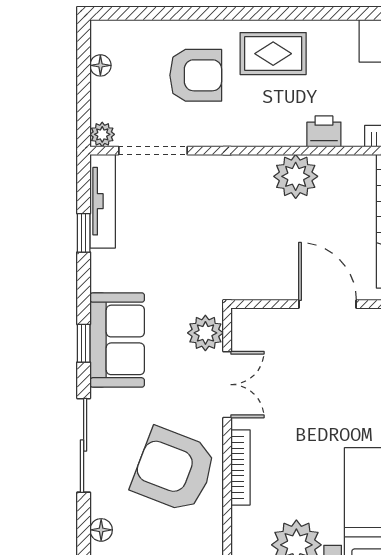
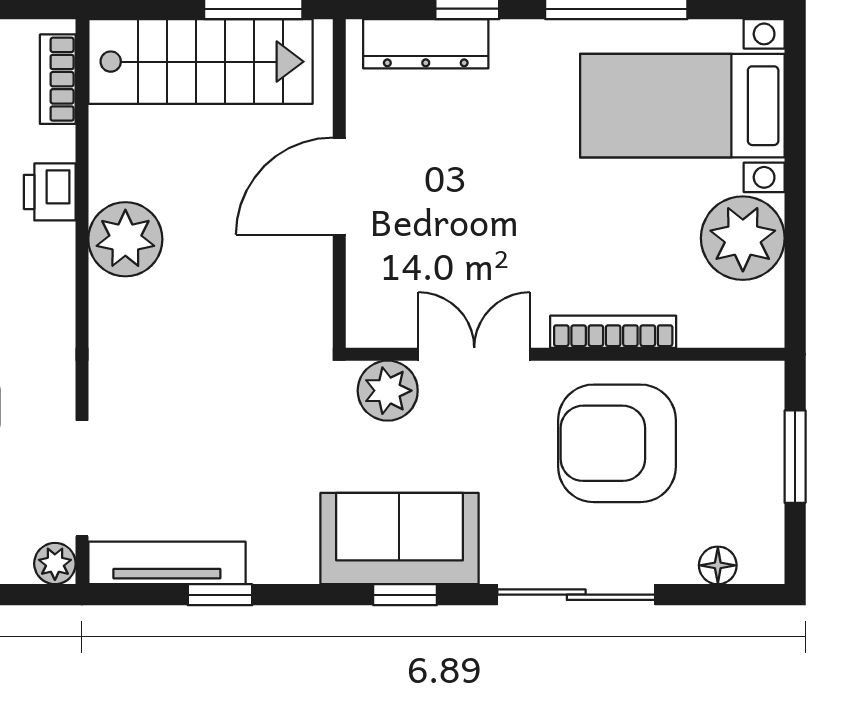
armchair: (174, 470) -> (617, 443), turned 69

